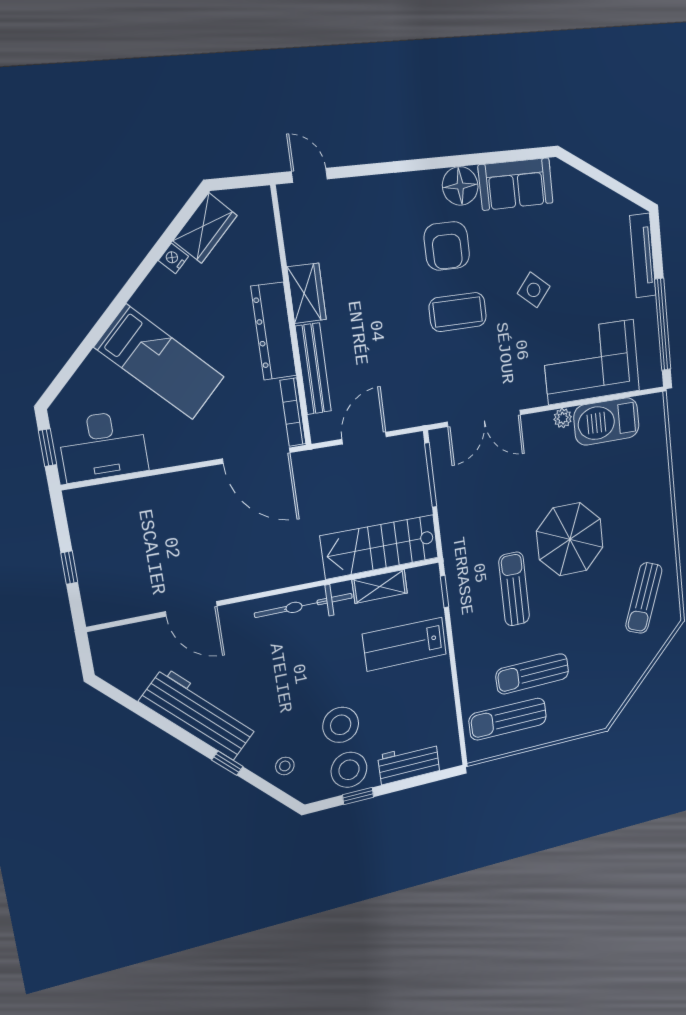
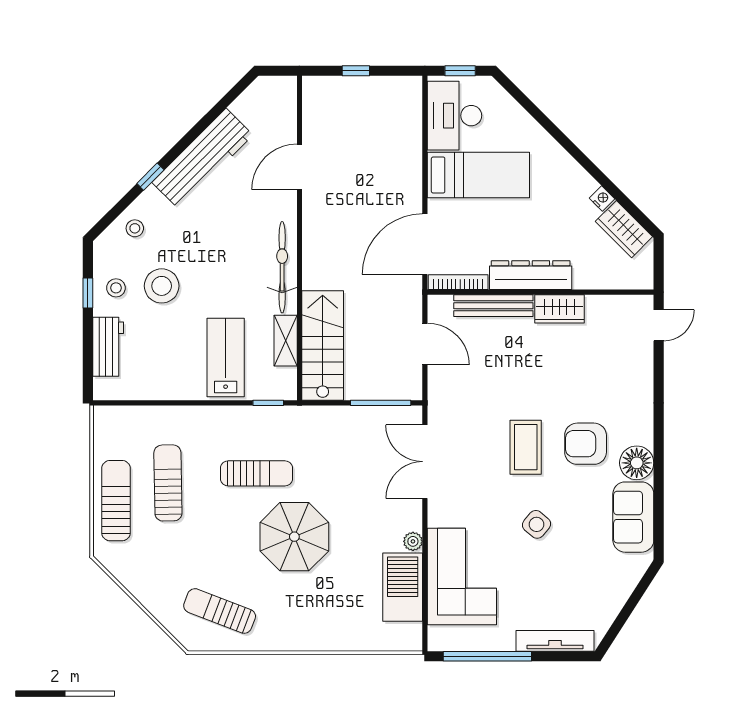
bed: (160, 362) -> (478, 175), moved, turned -135
sun lounger: (508, 719) -> (116, 501), moved
stool: (349, 770) -> (116, 288), width x0.53, depth x0.53

